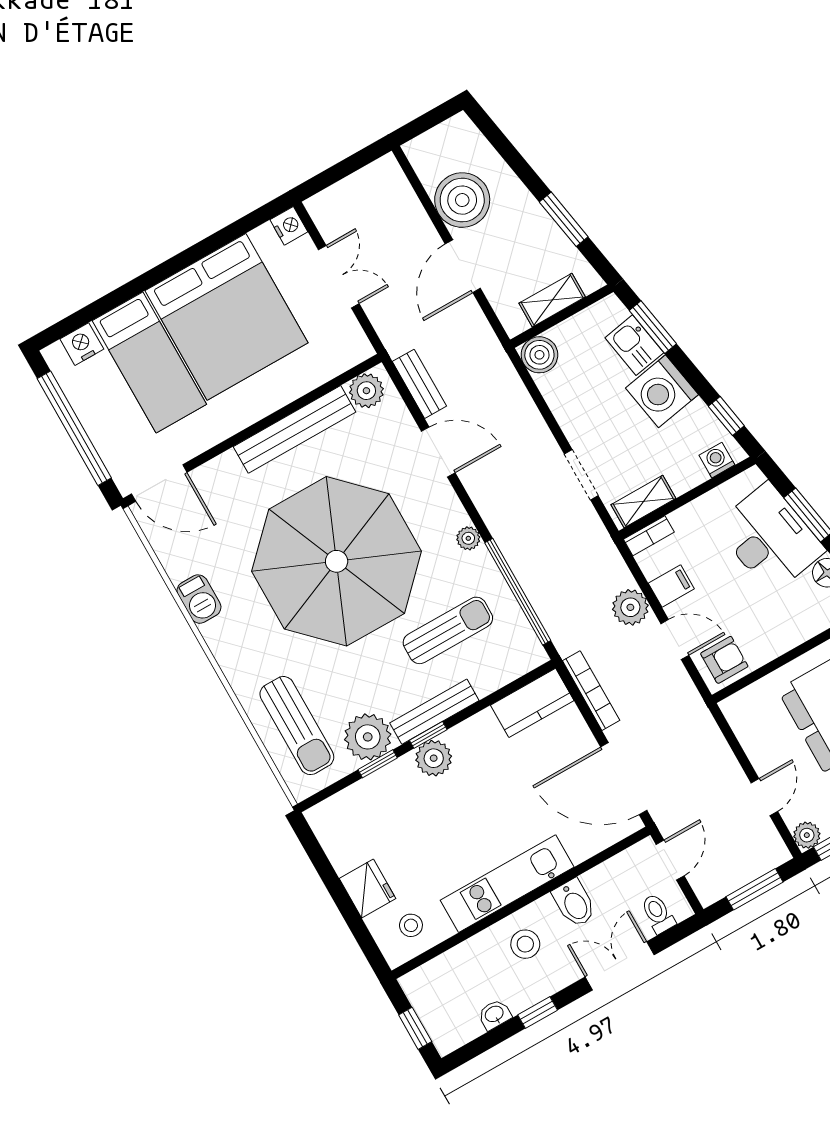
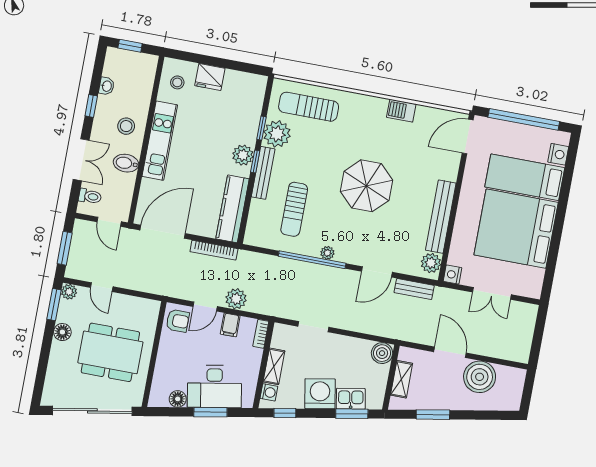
nightstand: (289, 226) -> (453, 275), moved, turned 90
shelving: (643, 502) -> (274, 366), moved
parasol: (337, 561) -> (366, 186), width x0.54, depth x0.54
window: (518, 592) -> (312, 260), moved
armchair: (724, 660) -> (178, 321), turned -90
kitchen counter: (532, 703) -> (232, 209), width x1.50

